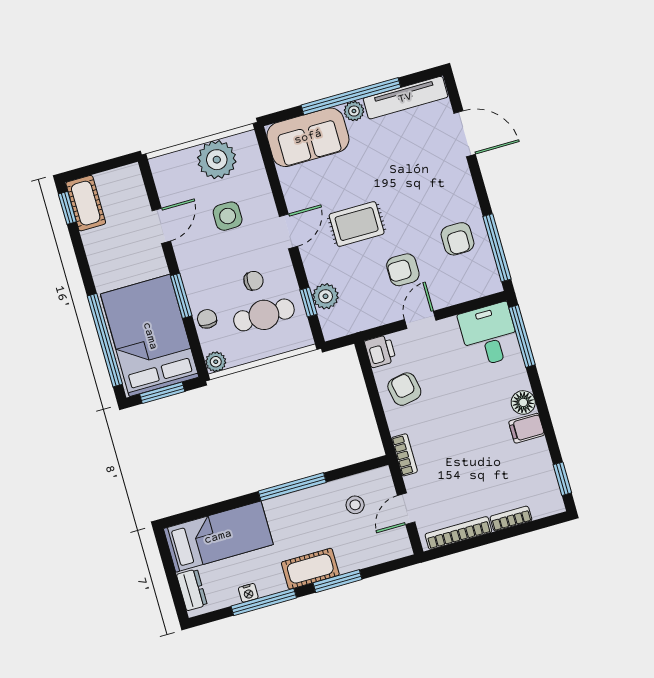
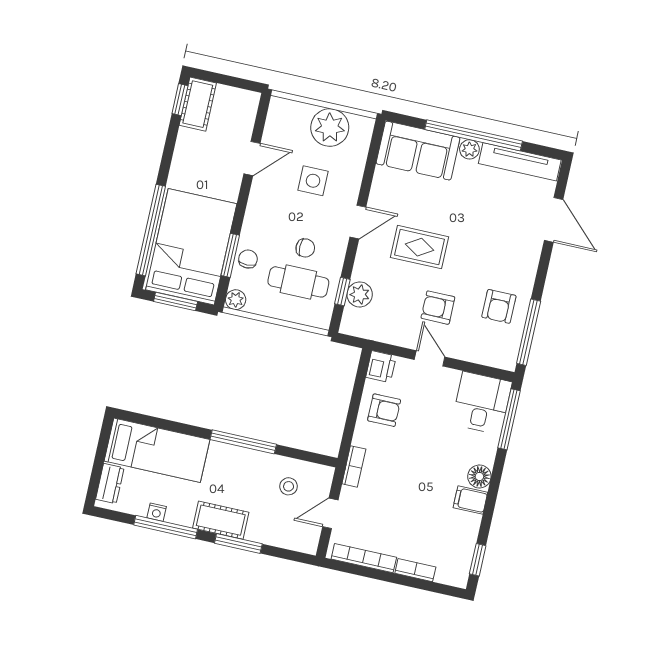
window: (181, 296) -> (230, 255), moved
door: (420, 320) -> (430, 358), hinge flipped
armchair: (404, 389) -> (384, 410), turned 101

